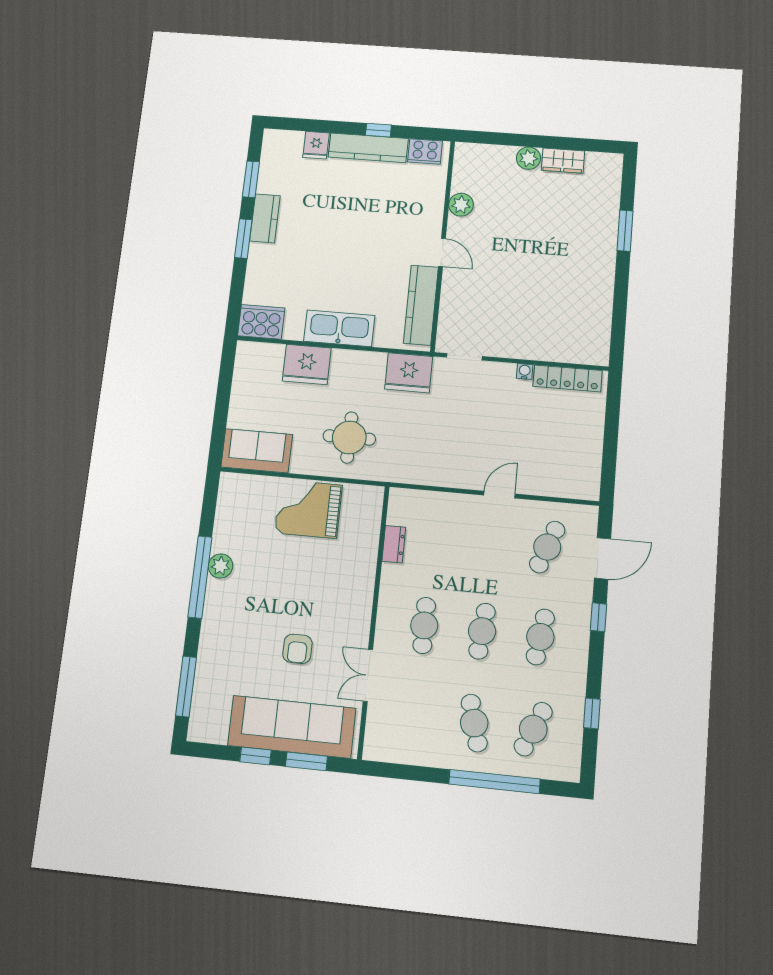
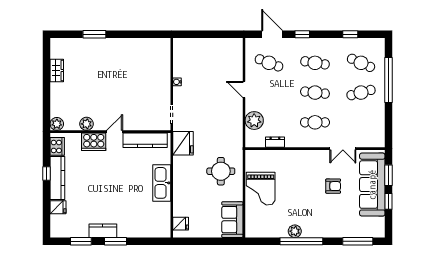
plant: (529, 158) -> (57, 124), moved
cooker: (261, 322) -> (94, 142), moved, turned -90
fridge: (307, 364) -> (181, 224), moved, width x0.53, depth x0.75
locker: (568, 378) -> (179, 59), removed
plant: (439, 509) -> (254, 121), added

